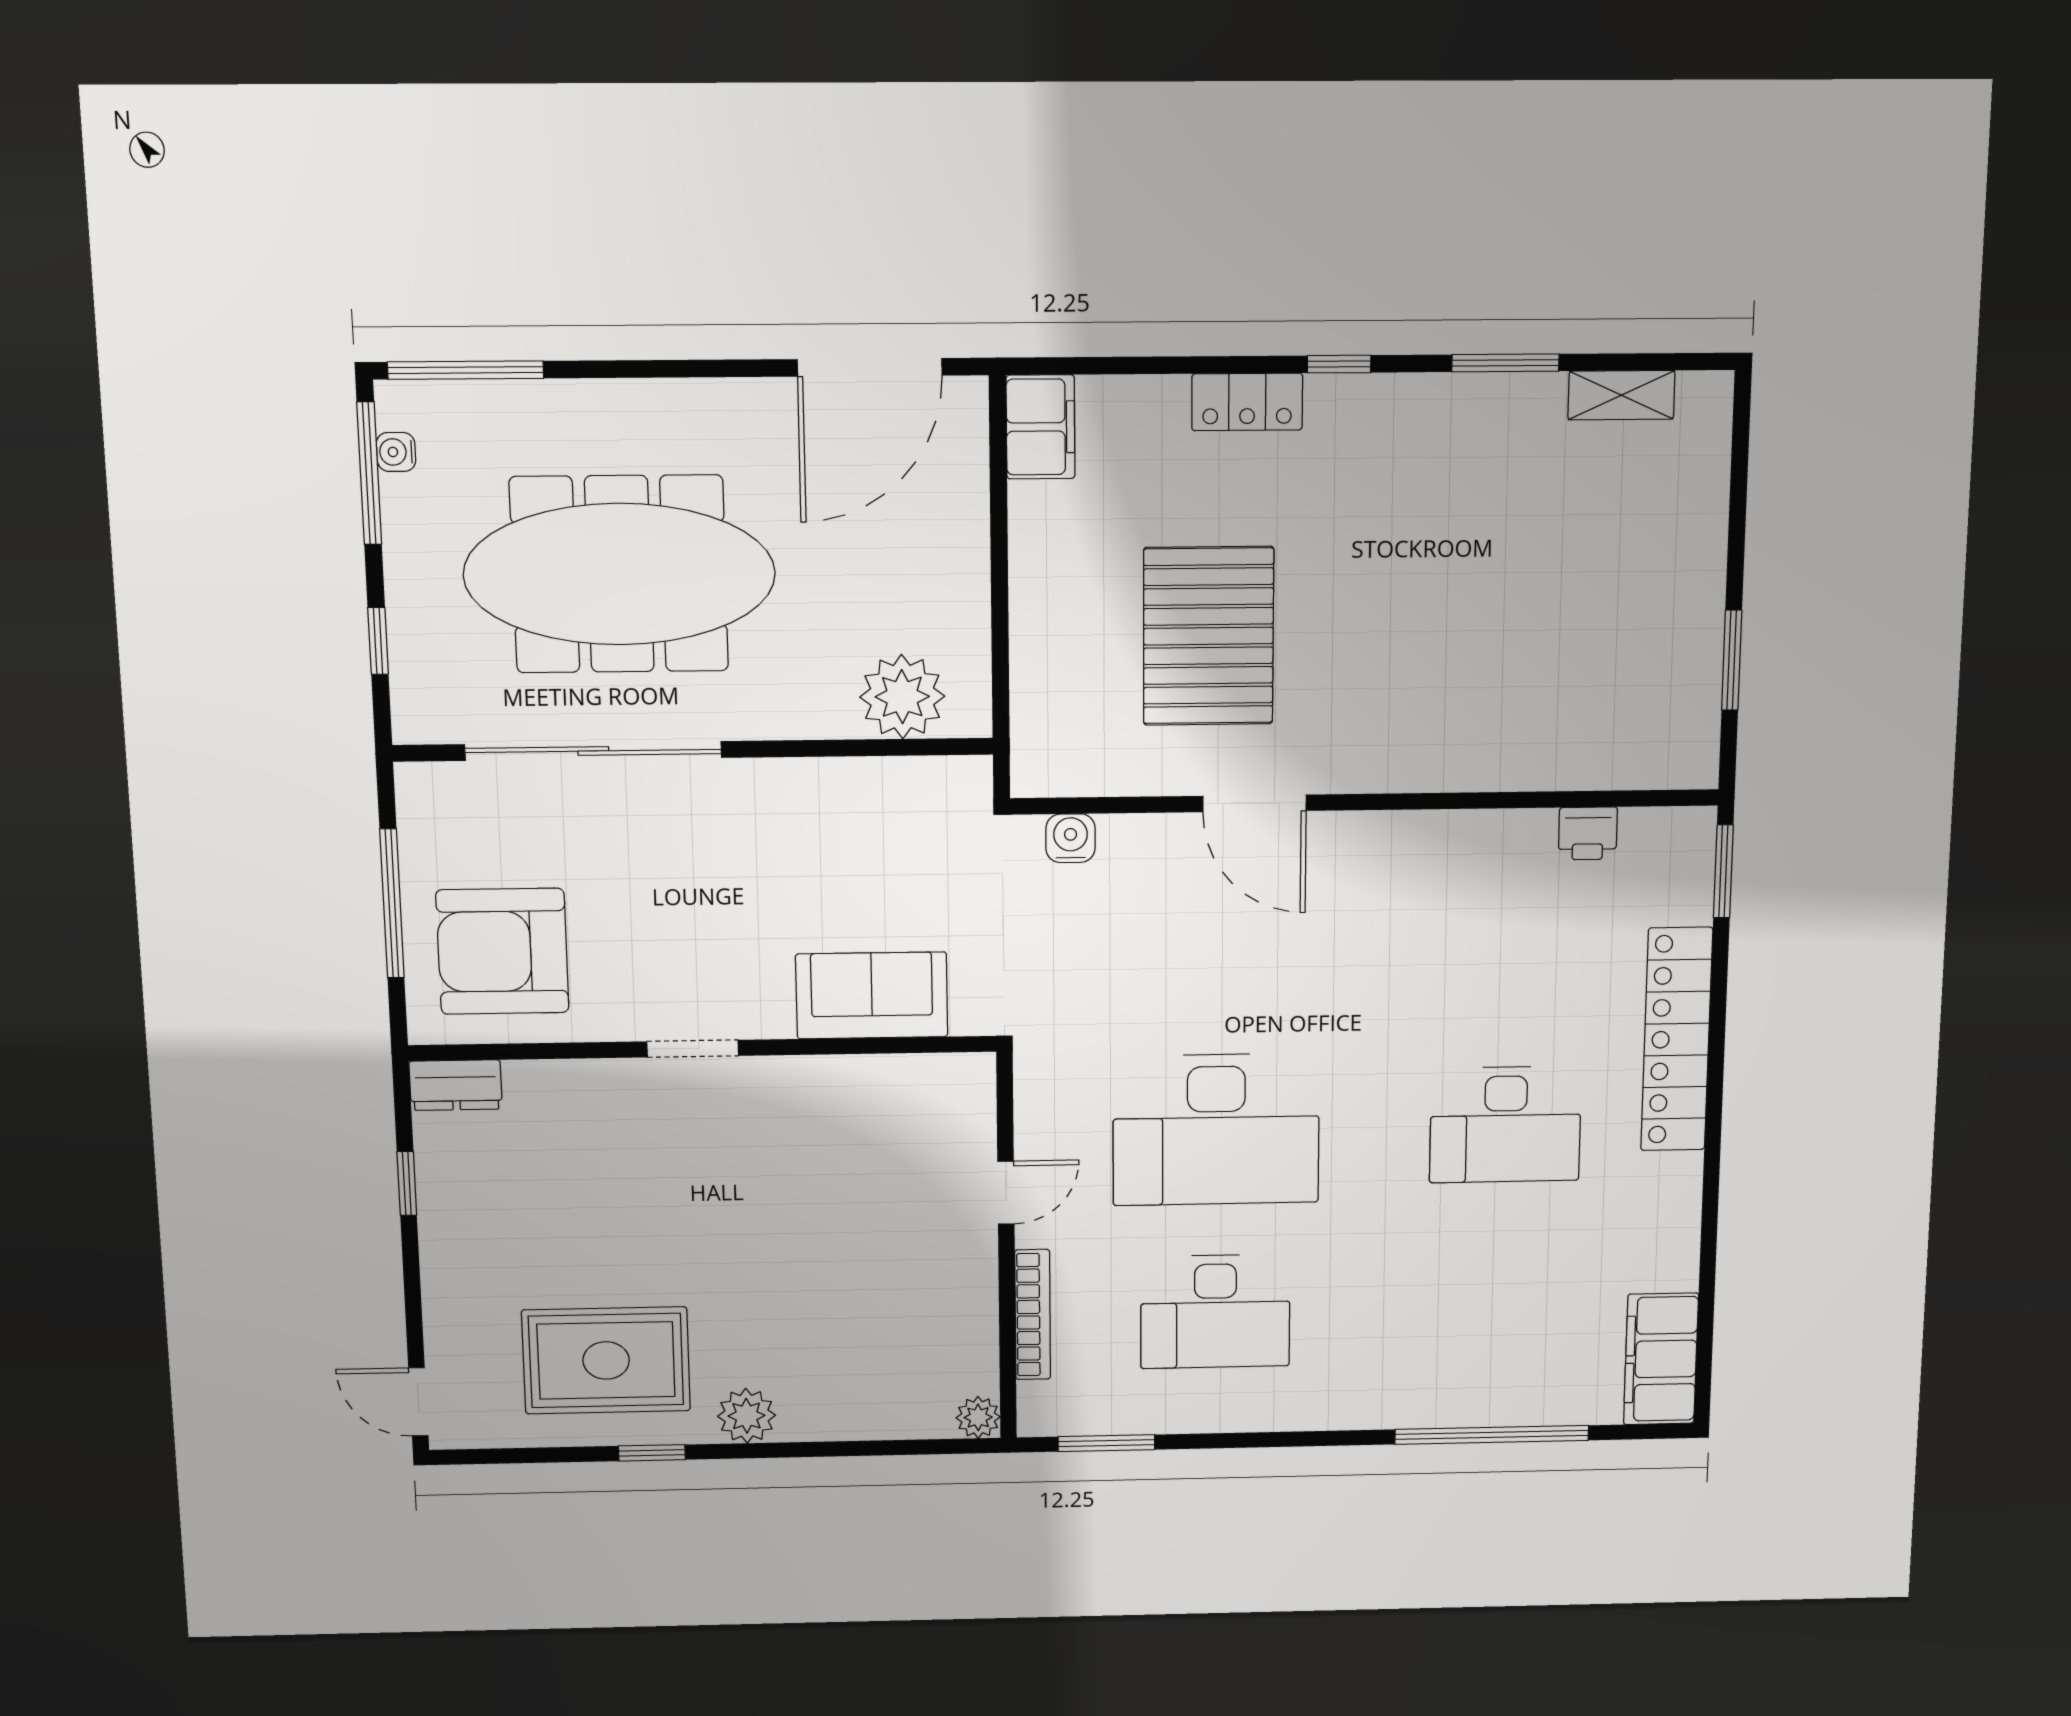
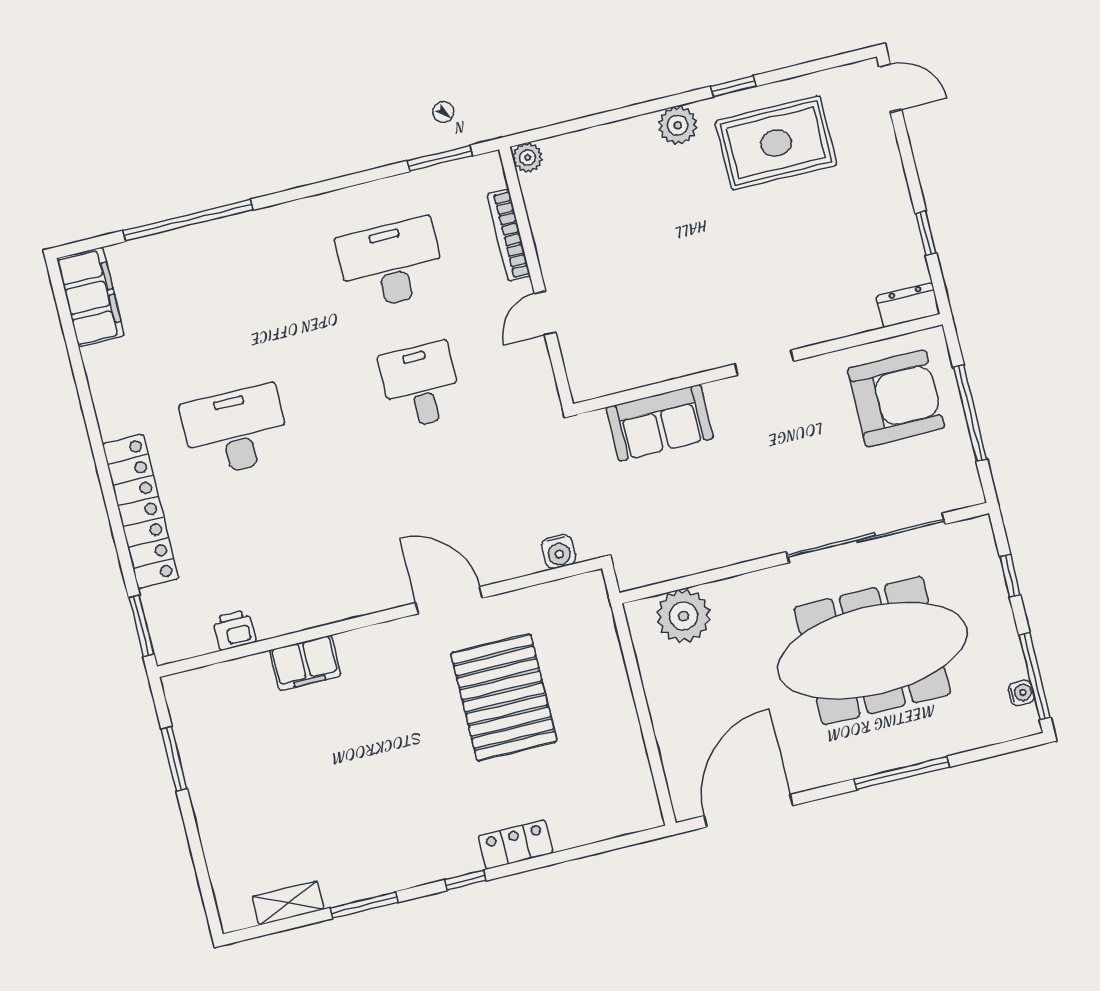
window: (466, 370) -> (902, 773), moved
filing cabinet: (1041, 427) -> (305, 663), moved, turned -90
desk: (1216, 1129) -> (421, 385), width x0.53, depth x0.77

